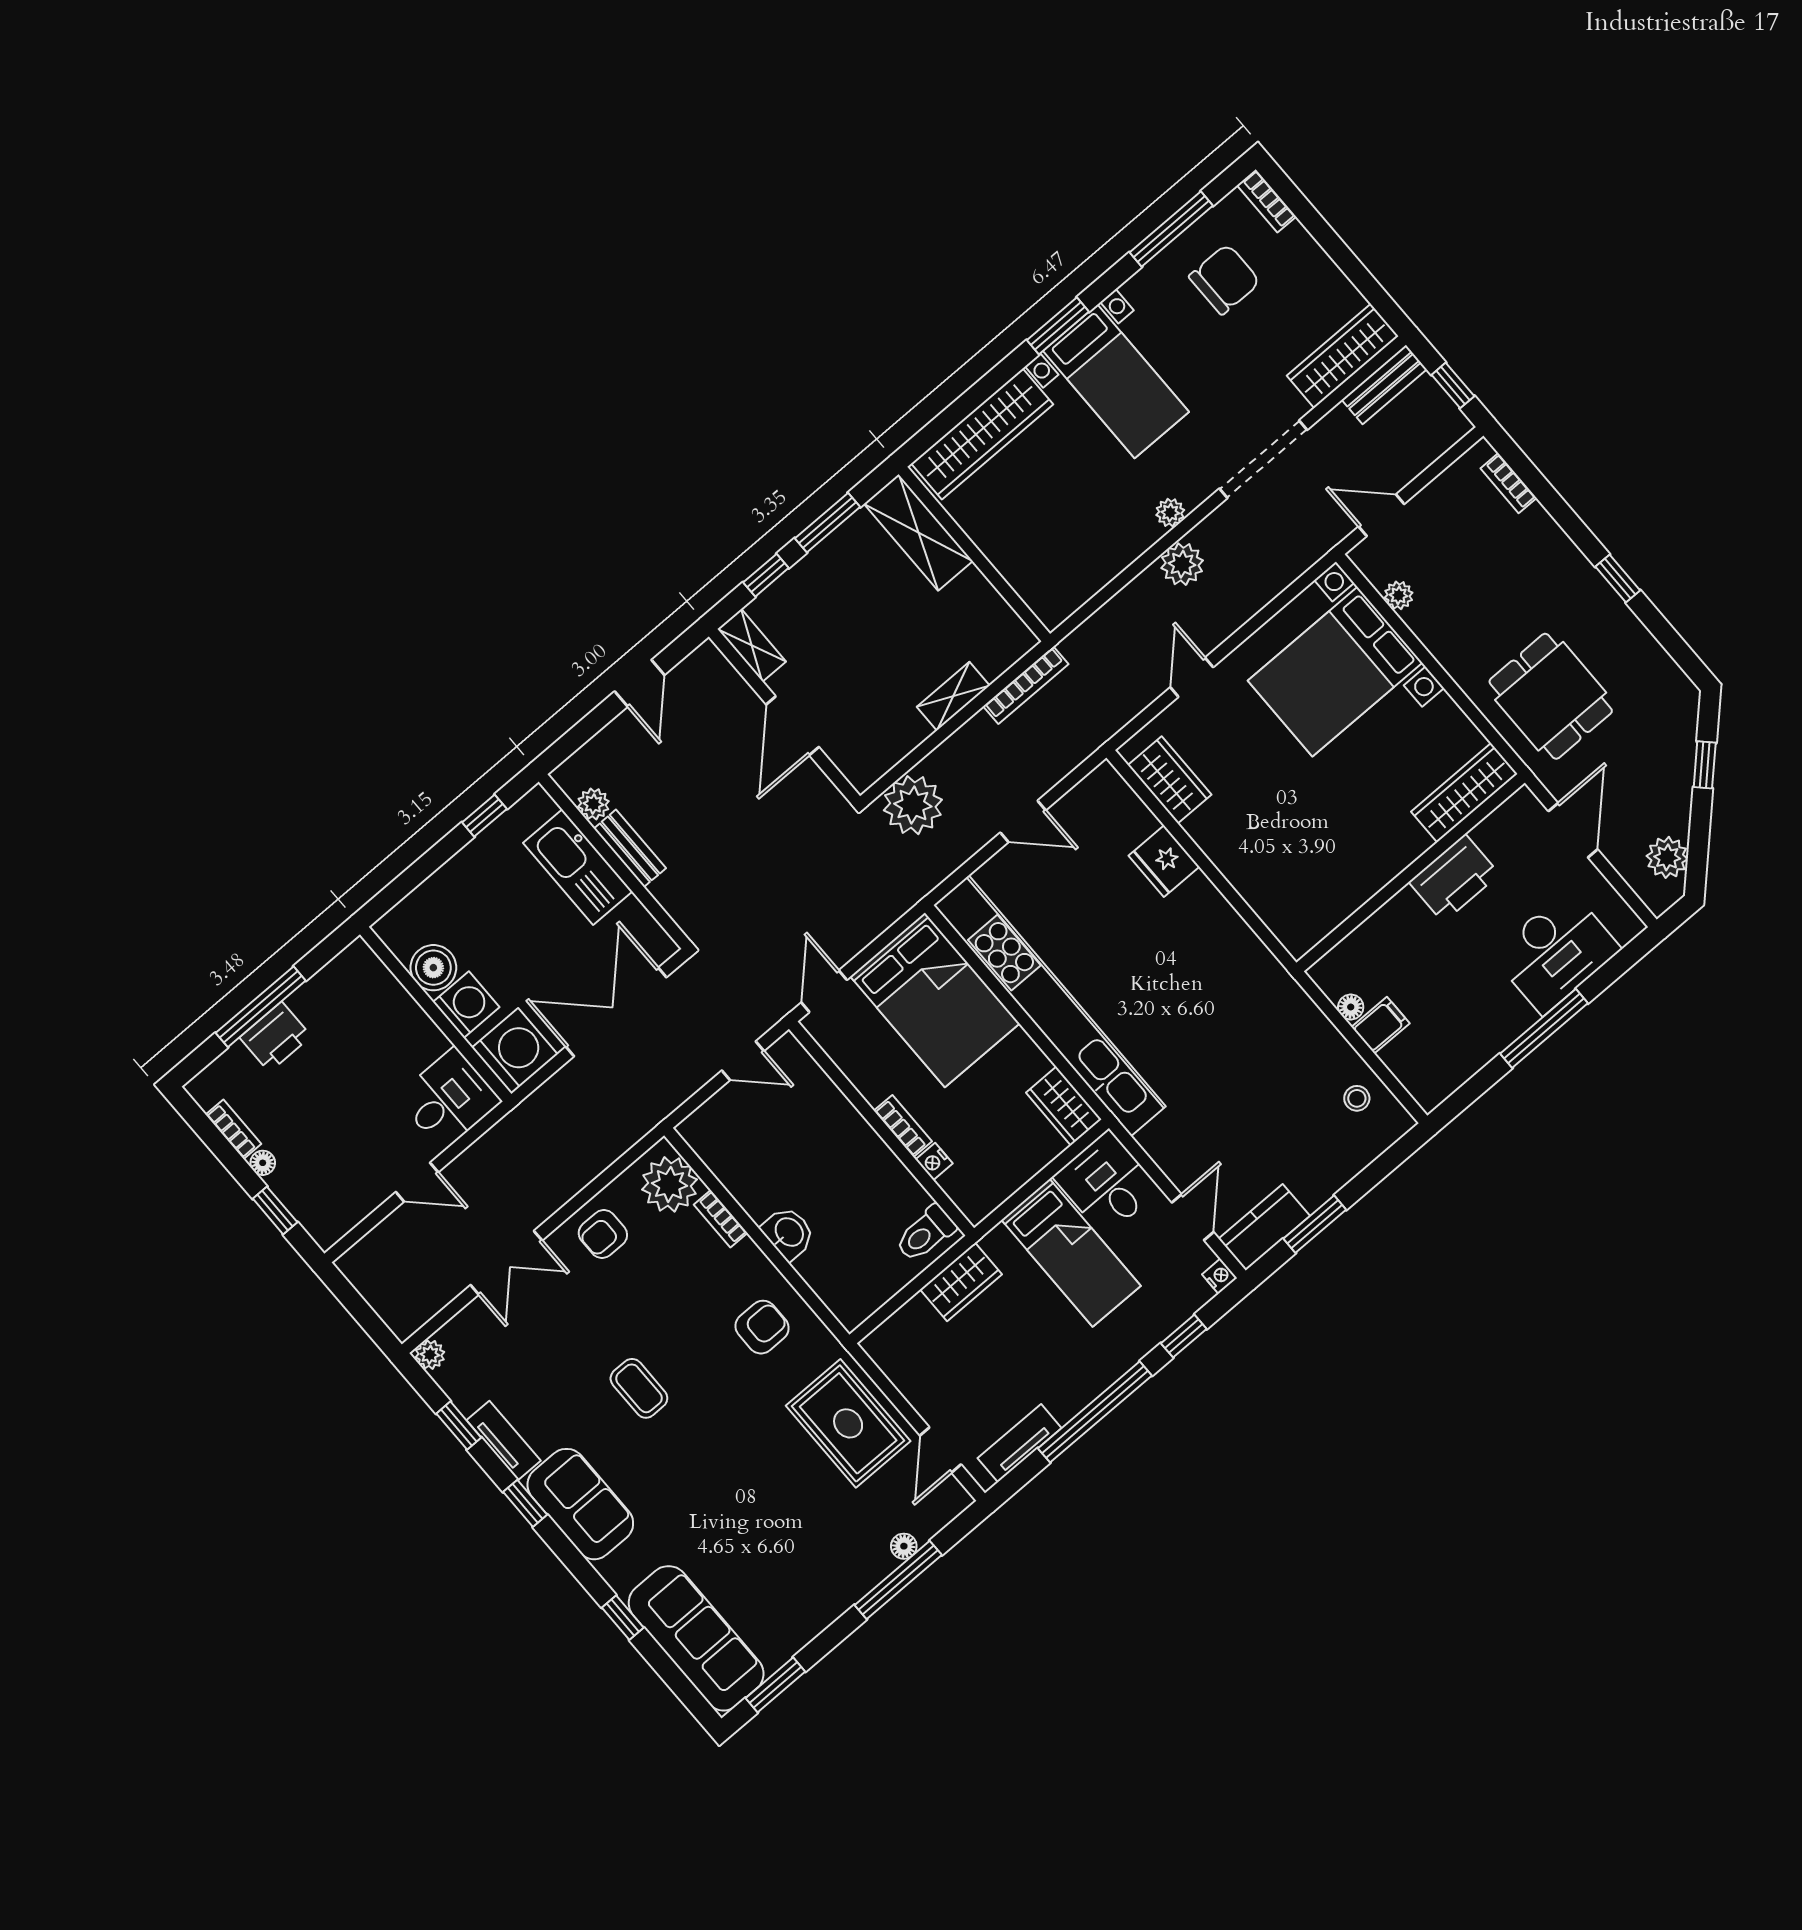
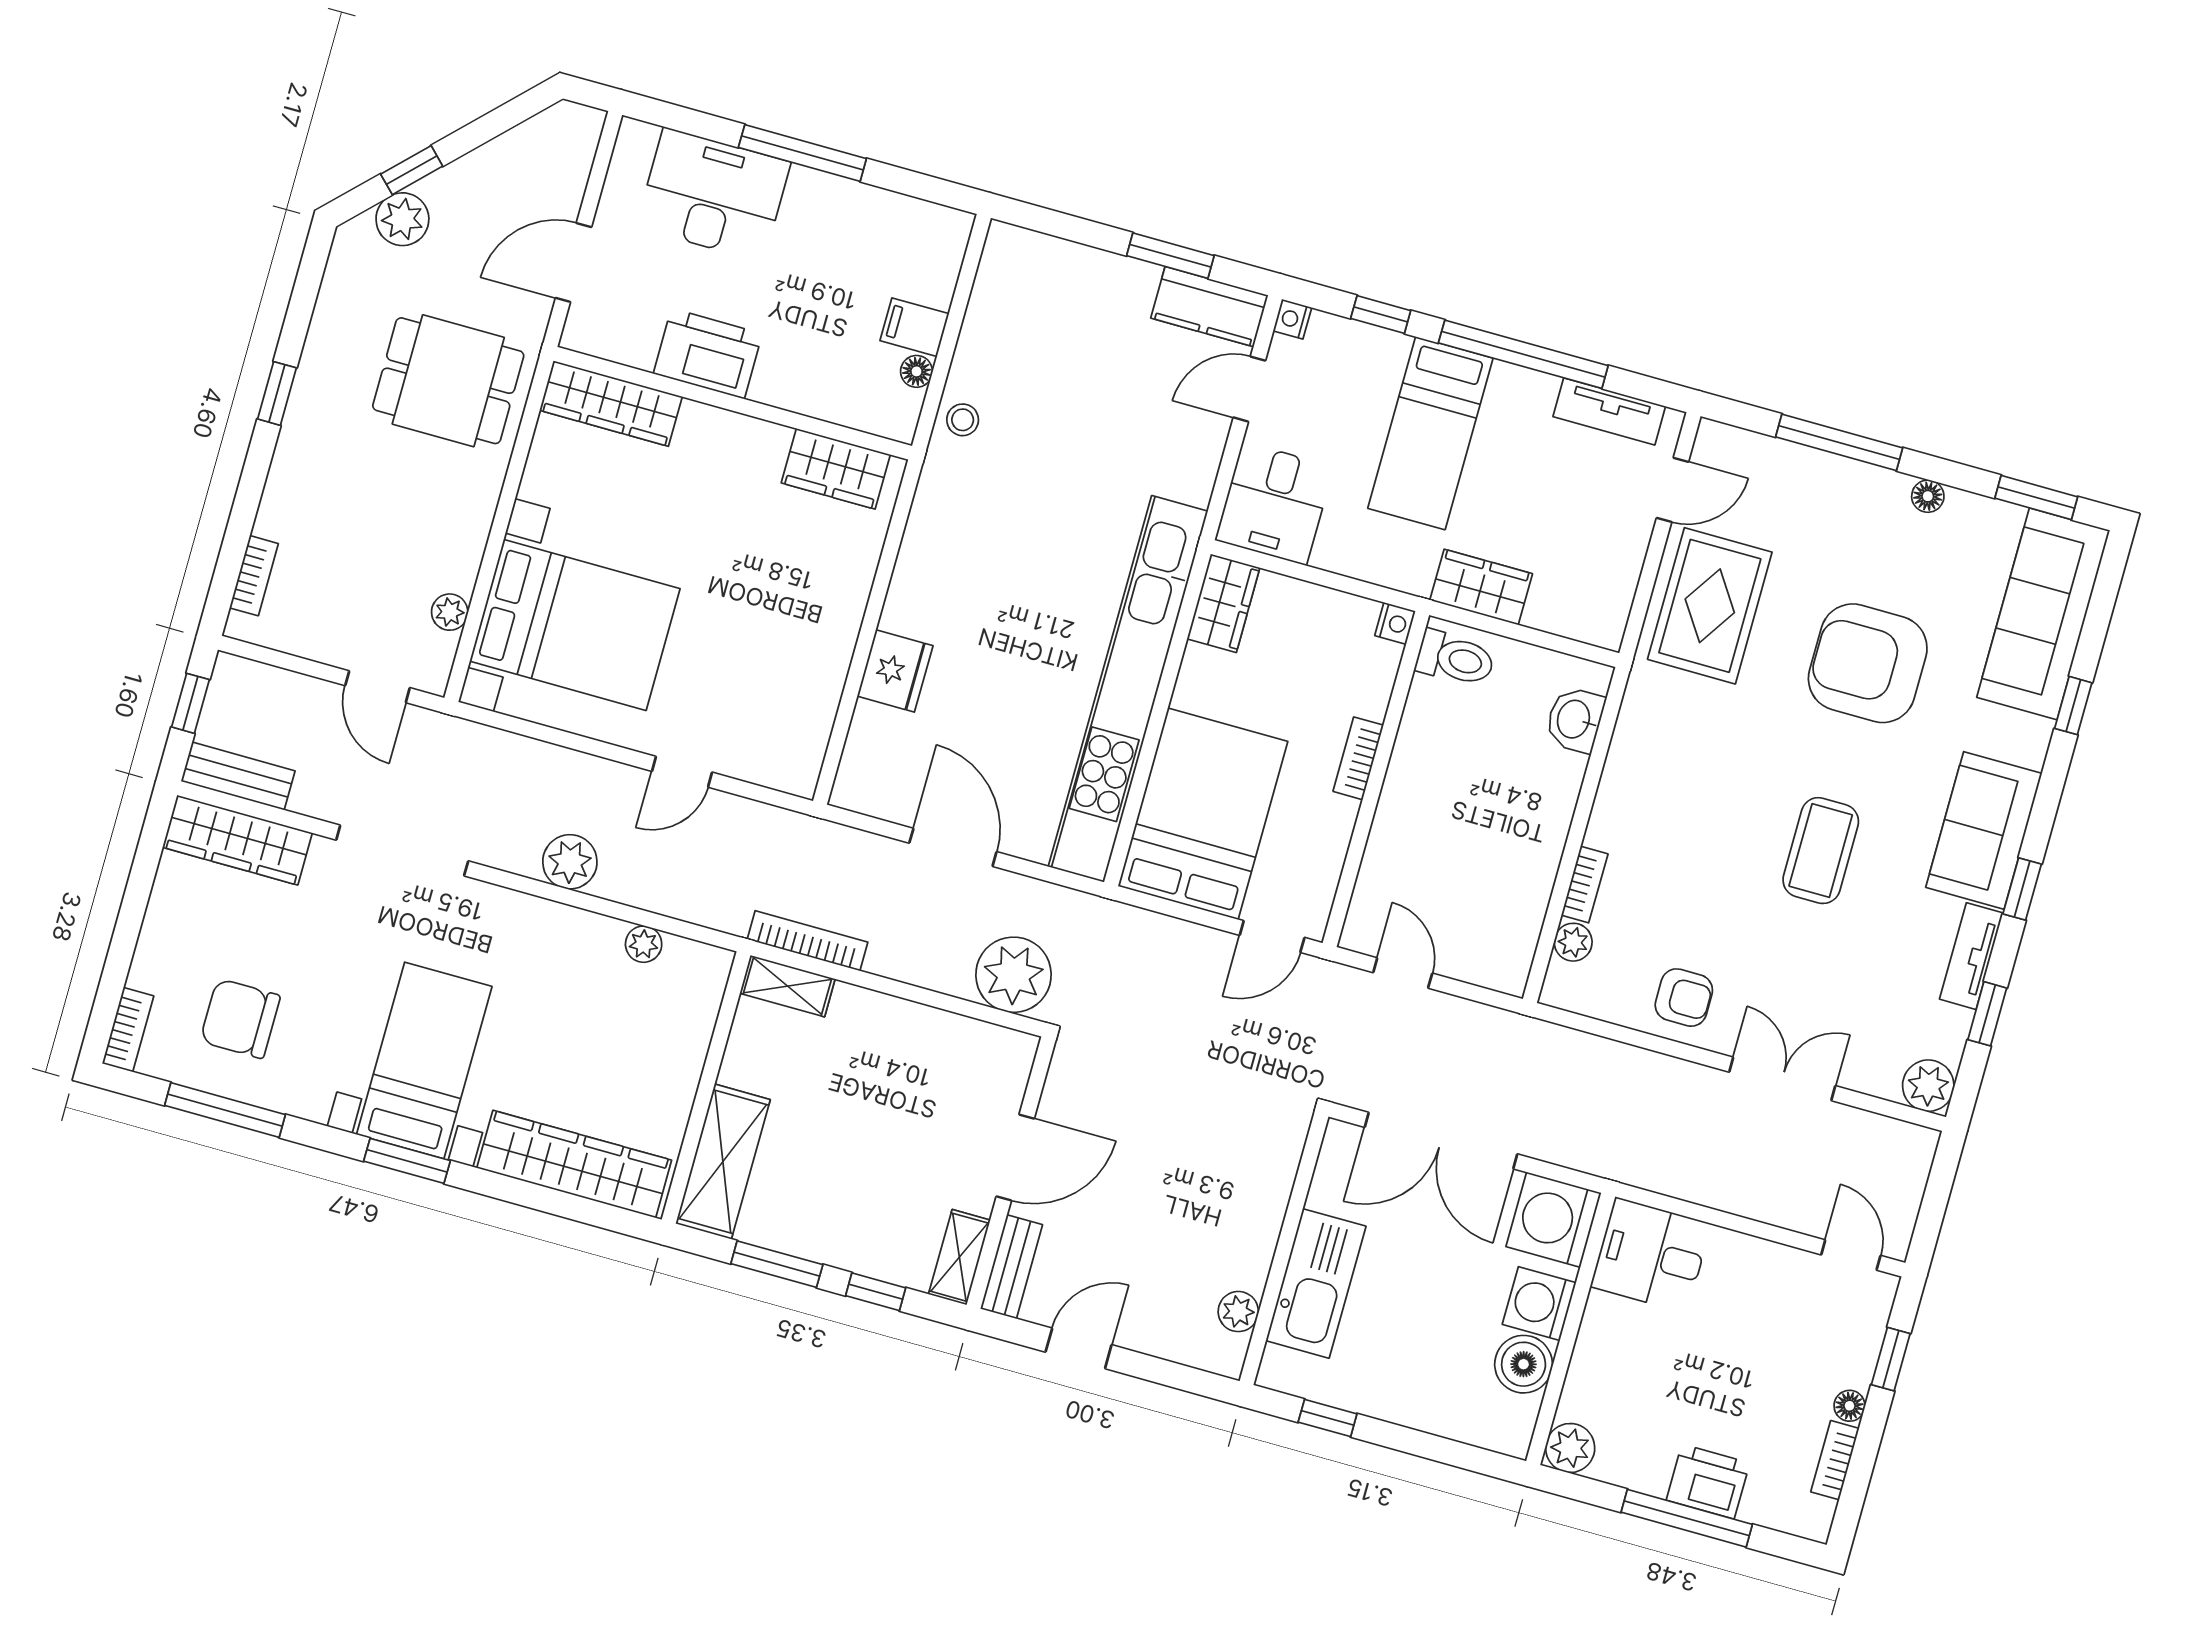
plant: (1170, 513) -> (644, 944), moved
shelving: (953, 696) -> (787, 986), moved
dining table: (1551, 696) -> (448, 381), turned 90
wardrobe: (1170, 780) -> (836, 469), moved, turned -90
door: (1023, 821) -> (953, 847), width x1.38
bench: (630, 848) -> (1011, 1267), moved
plant: (1667, 857) -> (402, 219), moved
plant: (358, 961) -> (1570, 1448), added
stool: (1357, 1098) -> (963, 420), moved
nightstand: (934, 1161) -> (1395, 623), moved
door: (417, 1182) -> (1851, 1255), moved
plant: (670, 1184) -> (1573, 942), width x0.53, depth x0.53
washbasin: (788, 1233) -> (1575, 720), moved
bed: (1071, 1253) -> (1430, 433), moved, turned 180
armchair: (762, 1327) -> (1868, 663), moved, width x1.88, depth x1.88
plant: (430, 1355) -> (1928, 1086), width x1.38, depth x1.38
coffee table: (639, 1388) -> (1821, 851), width x1.36, depth x1.30
floor lamp: (904, 1546) -> (1928, 496), moved

